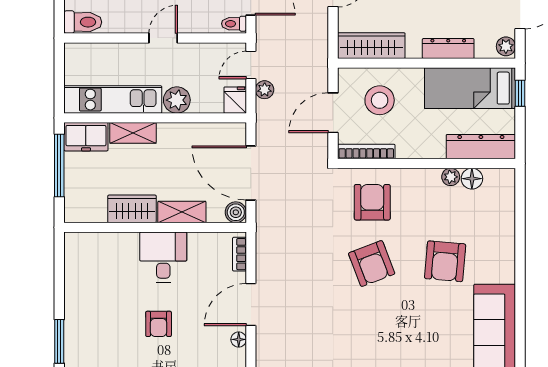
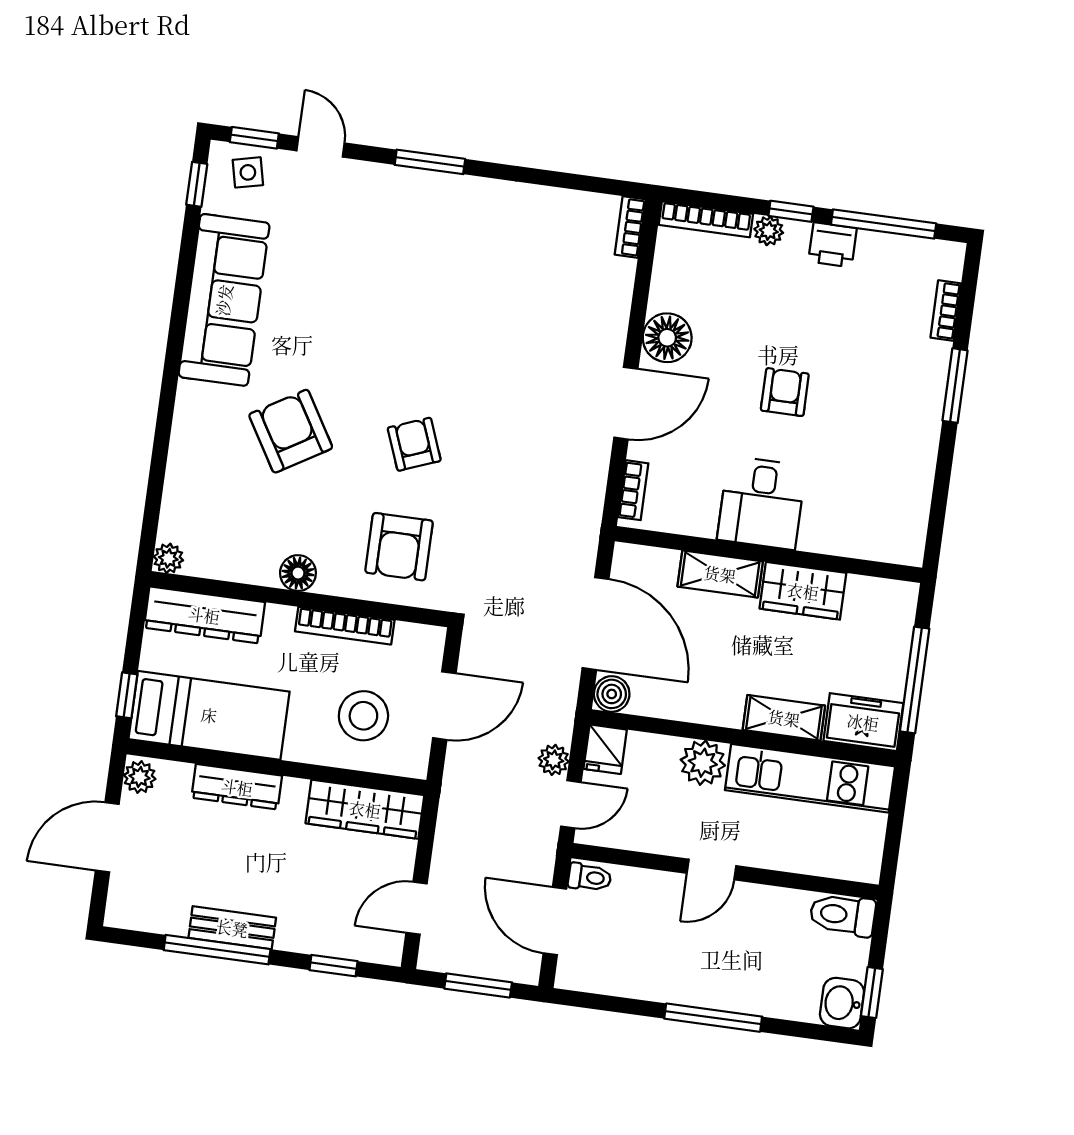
bookcase: (366, 152) -> (345, 626), moved
plant: (451, 177) -> (168, 558), moved
floor lamp: (472, 179) -> (298, 573), moved
boiler: (236, 212) -> (612, 694), moved
armchair: (445, 261) -> (291, 431), turned -36
armchair: (372, 264) -> (414, 444), width x0.72, depth x0.72
floor lamp: (239, 339) -> (667, 338), width x1.89, depth x1.89

